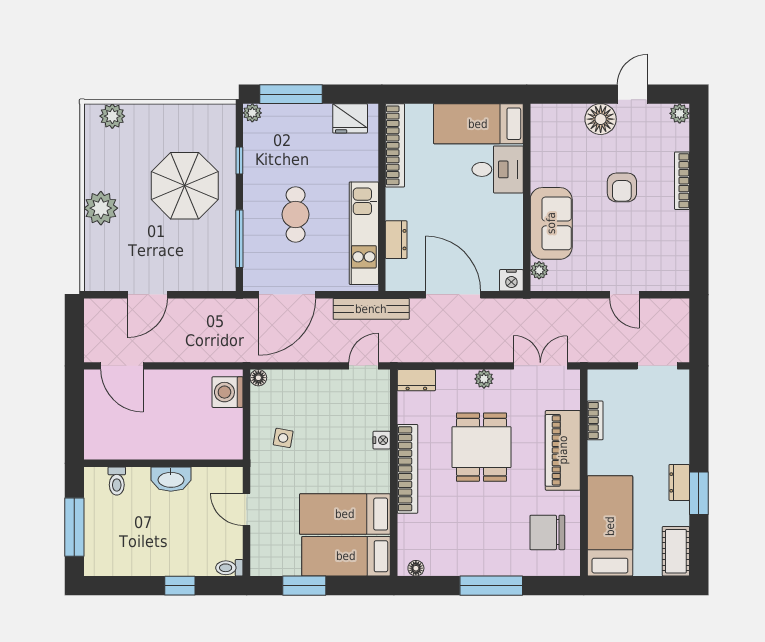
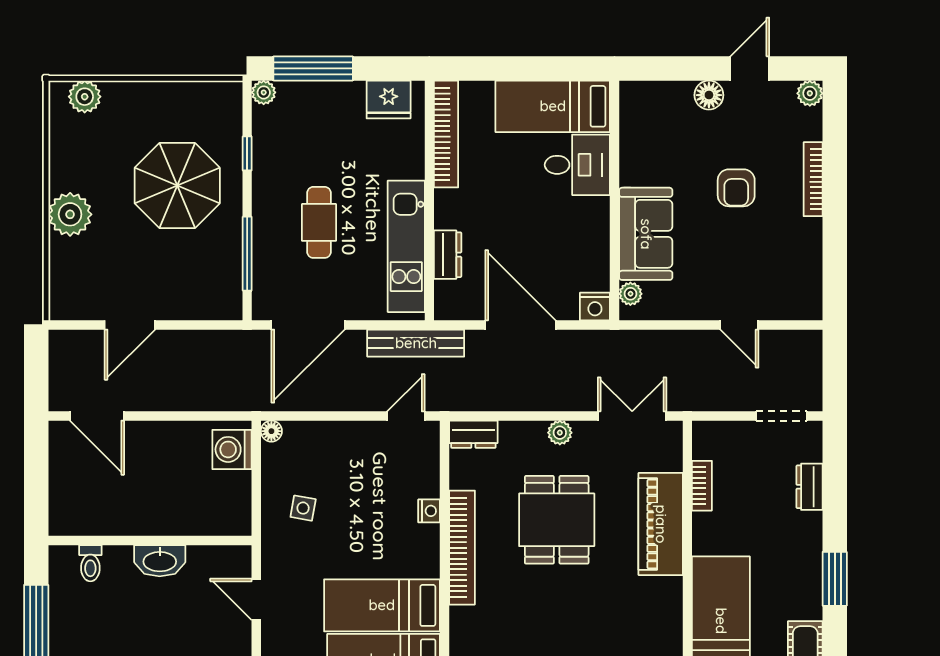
floor lamp: (601, 119) -> (709, 95), width x0.73, depth x0.73
dresser: (679, 482) -> (809, 487), moved
chair: (547, 532) -> (641, 629), removed

